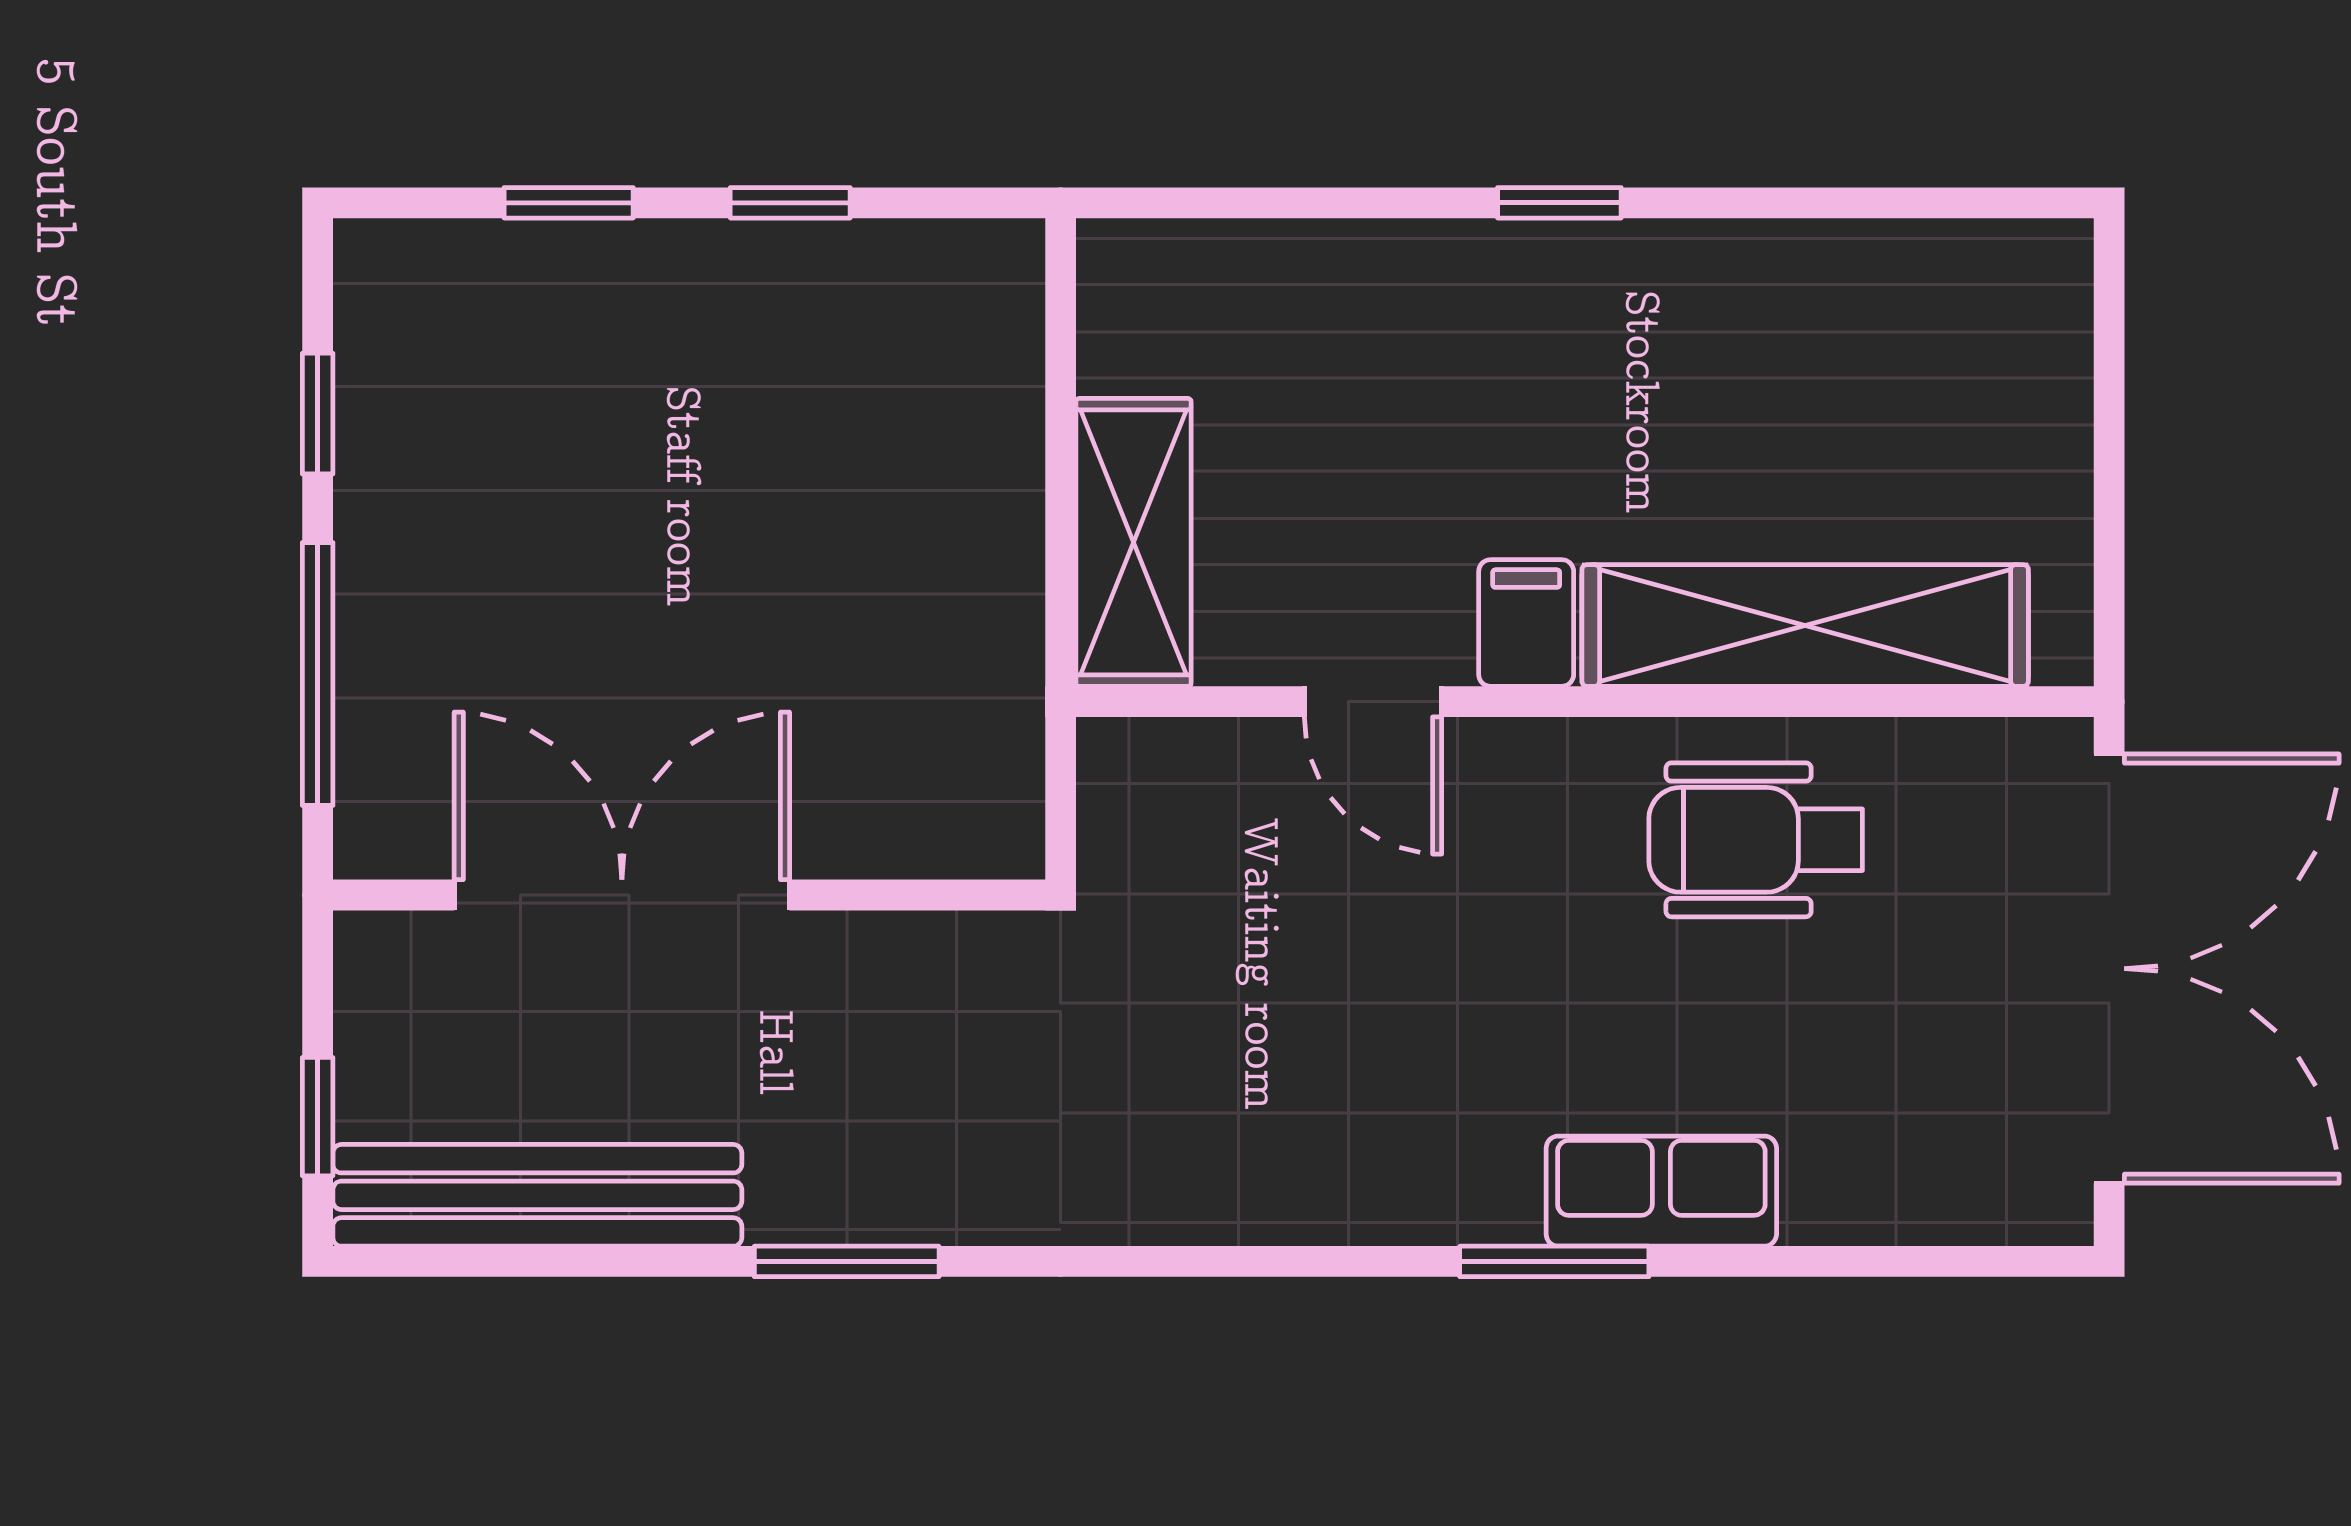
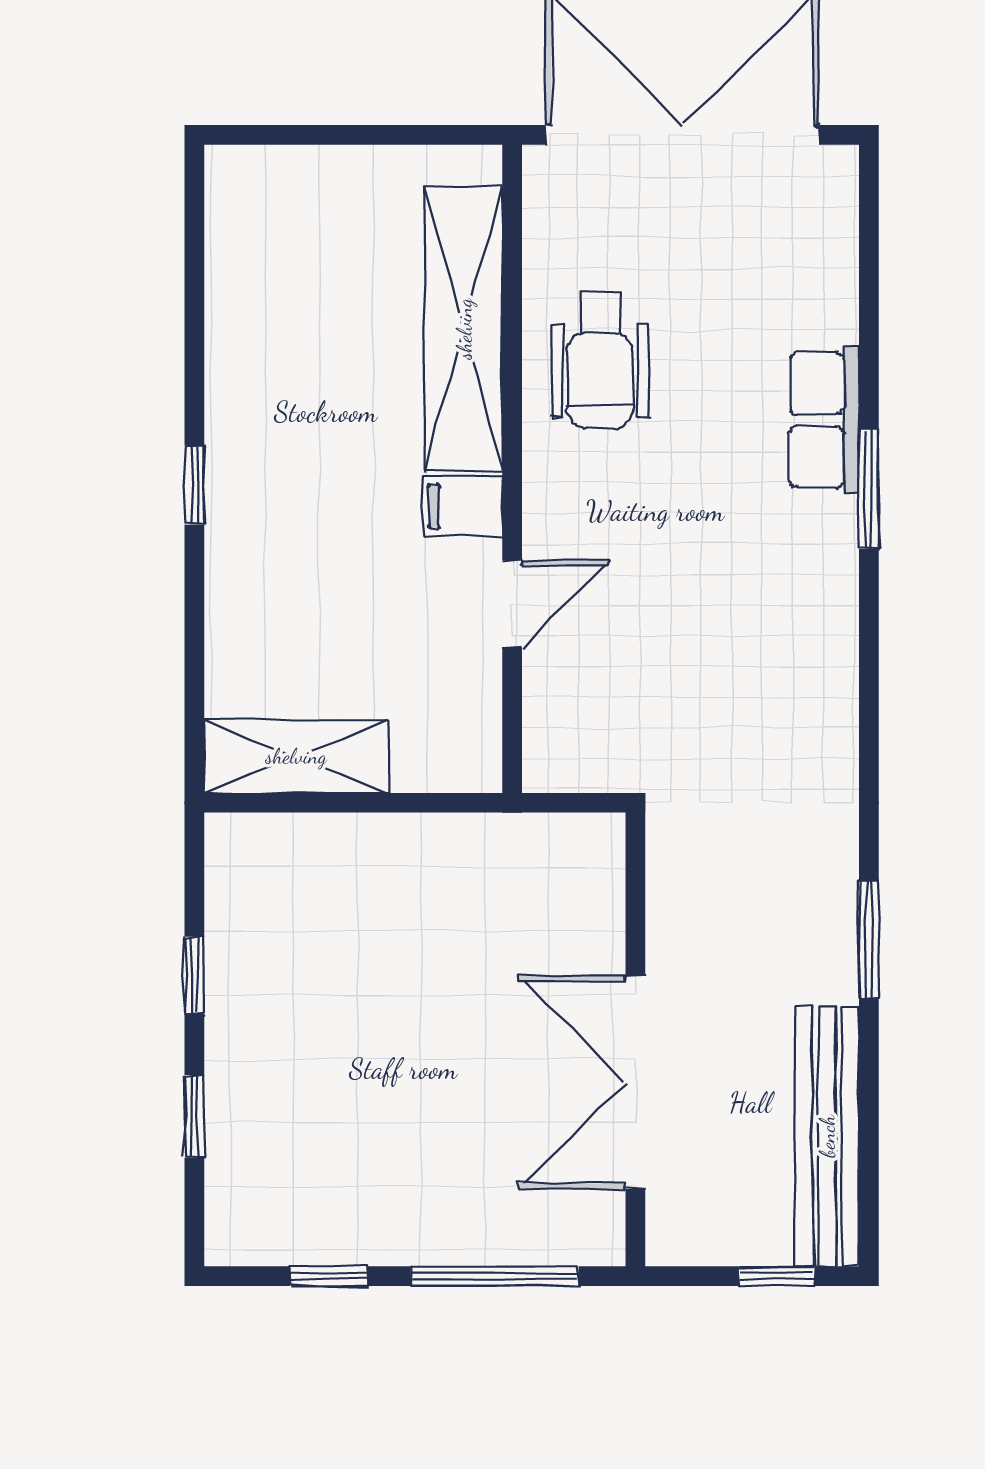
shelving: (1134, 542) -> (296, 756), moved

